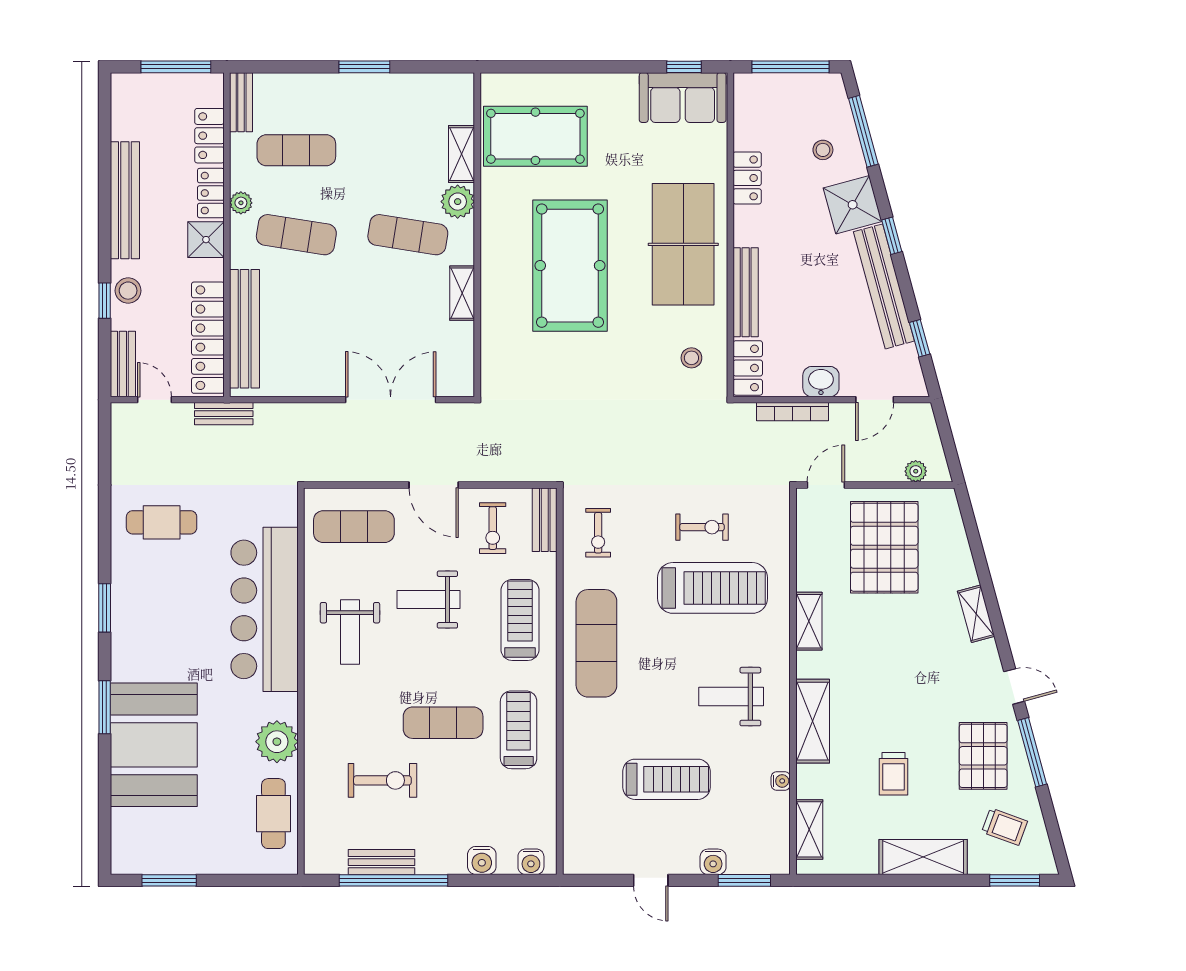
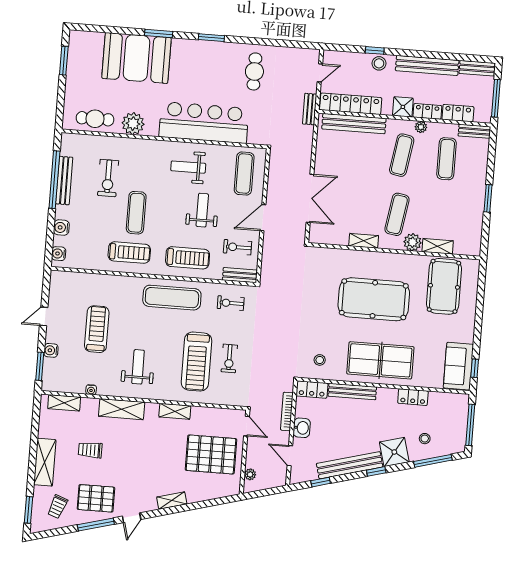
bench: (123, 364) -> (477, 68), moved
treadmill: (666, 779) -> (97, 329), turned 180
bench: (382, 862) -> (64, 181), width x1.36

